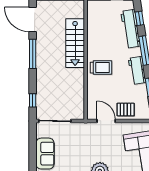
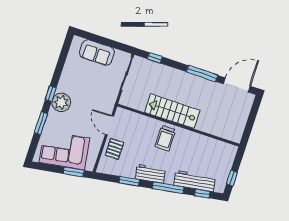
stairs: (75, 43) -> (172, 111), moved
door: (106, 121) -> (109, 125), swing flipped

